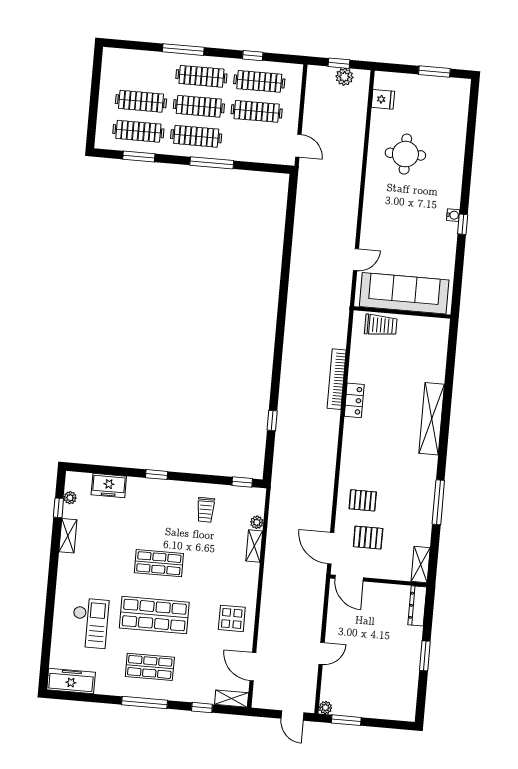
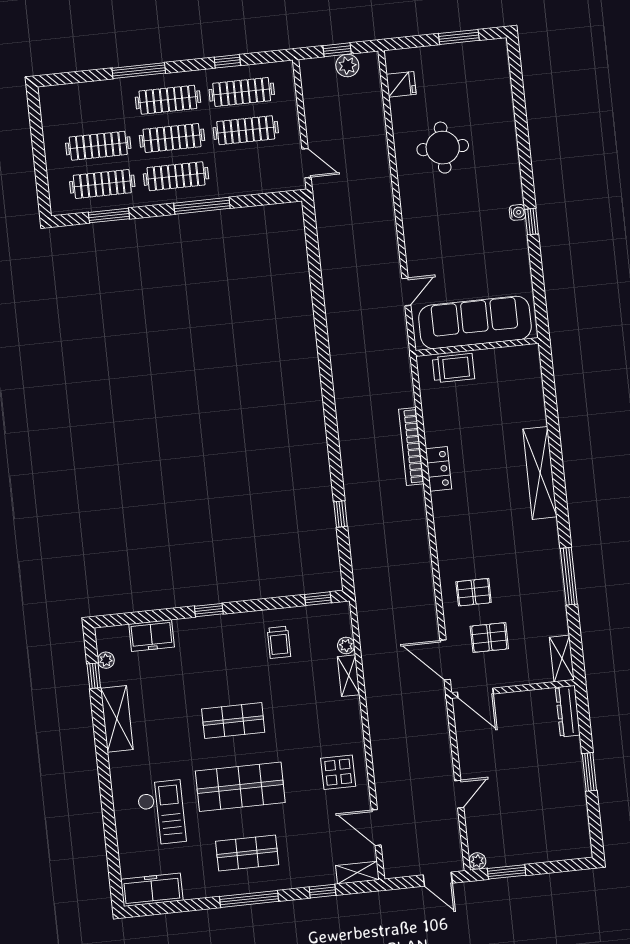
shelving: (68, 536) -> (117, 719), width x1.50, depth x1.33

